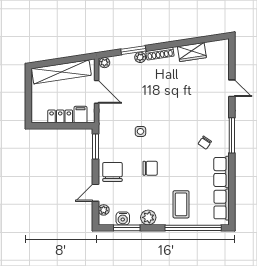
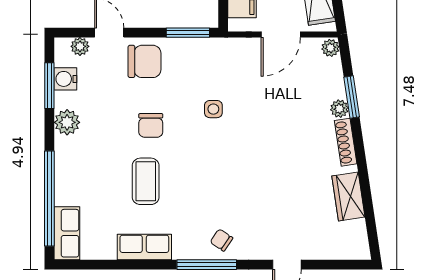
chair: (205, 143) -> (221, 240), moved
coffee table: (181, 204) -> (146, 181), moved, turned 90
row of seats: (222, 205) -> (67, 233), moved, turned 90

